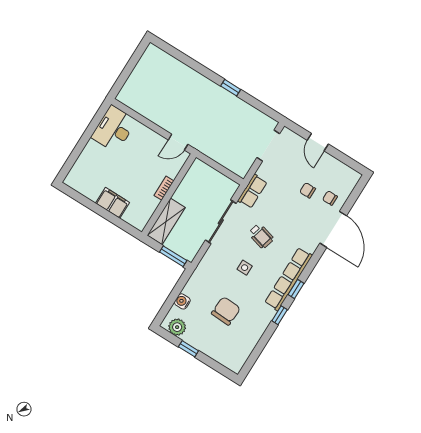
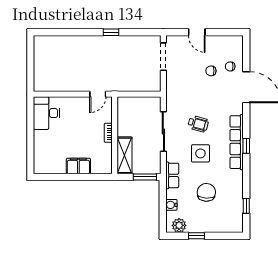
row of seats: (252, 191) -> (172, 175), moved
side table: (245, 268) -> (200, 153), width x1.87, depth x1.87
window: (280, 315) -> (246, 206), moved

